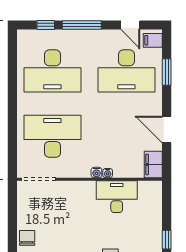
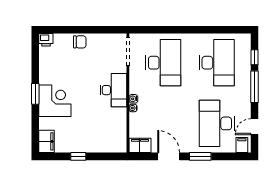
desk: (52, 71) -> (217, 63), turned 180
window: (167, 72) -> (200, 156), moved
door: (167, 129) -> (169, 156), hinge flipped
desk: (117, 197) -> (114, 90), moved

